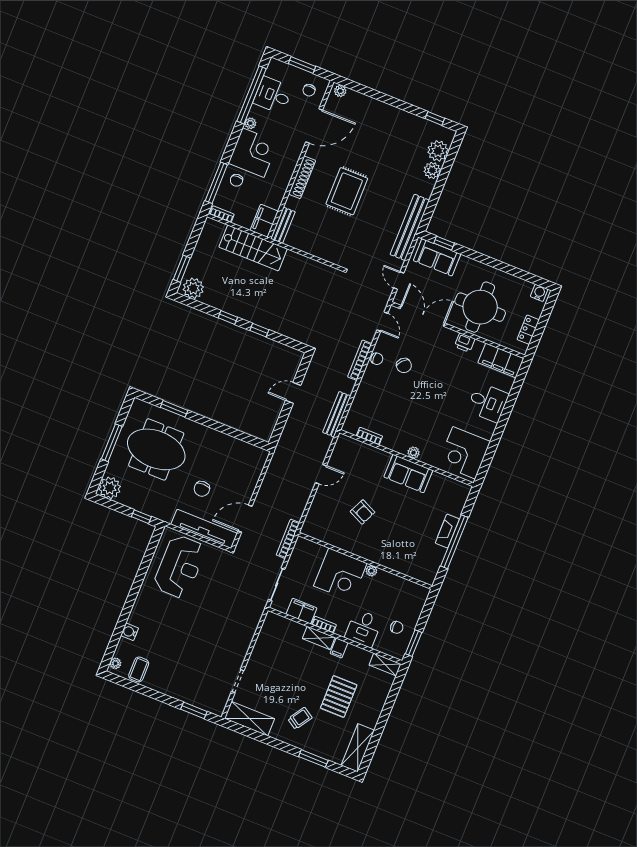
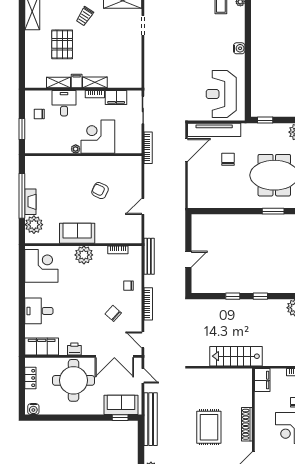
bench: (283, 225) -> (247, 382), removed
stairs: (253, 248) -> (236, 356), moved
chair: (377, 359) -> (128, 286), moved
plant: (414, 453) -> (84, 255), width x1.88, depth x1.88
plant: (454, 503) -> (34, 225), added
water cooler: (130, 632) -> (239, 48), moved
window: (414, 643) -> (22, 129), moved
shelving: (385, 665) -> (59, 82), moved

